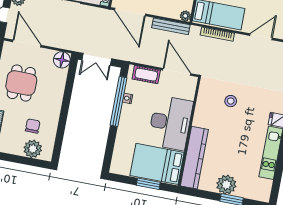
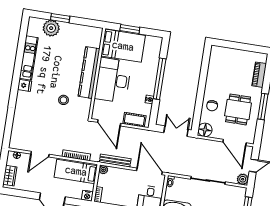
window: (118, 101) -> (160, 79), moved
chair: (33, 126) -> (212, 106), moved
plant: (33, 149) -> (227, 55), removed
kitchen counter: (194, 158) -> (89, 72), moved
plant: (226, 185) -> (51, 28), moved

